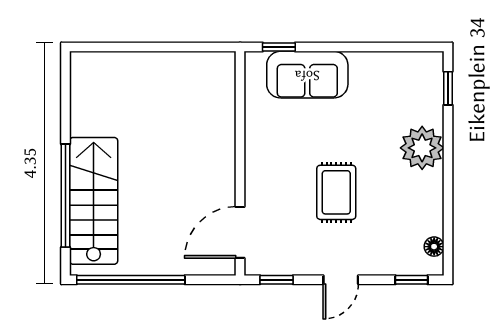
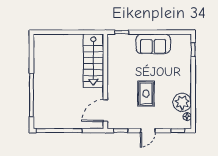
sofa: (307, 75) -> (153, 44), moved
plant: (422, 148) -> (182, 102), moved
stairs: (94, 201) -> (93, 61), moved, turned 180

